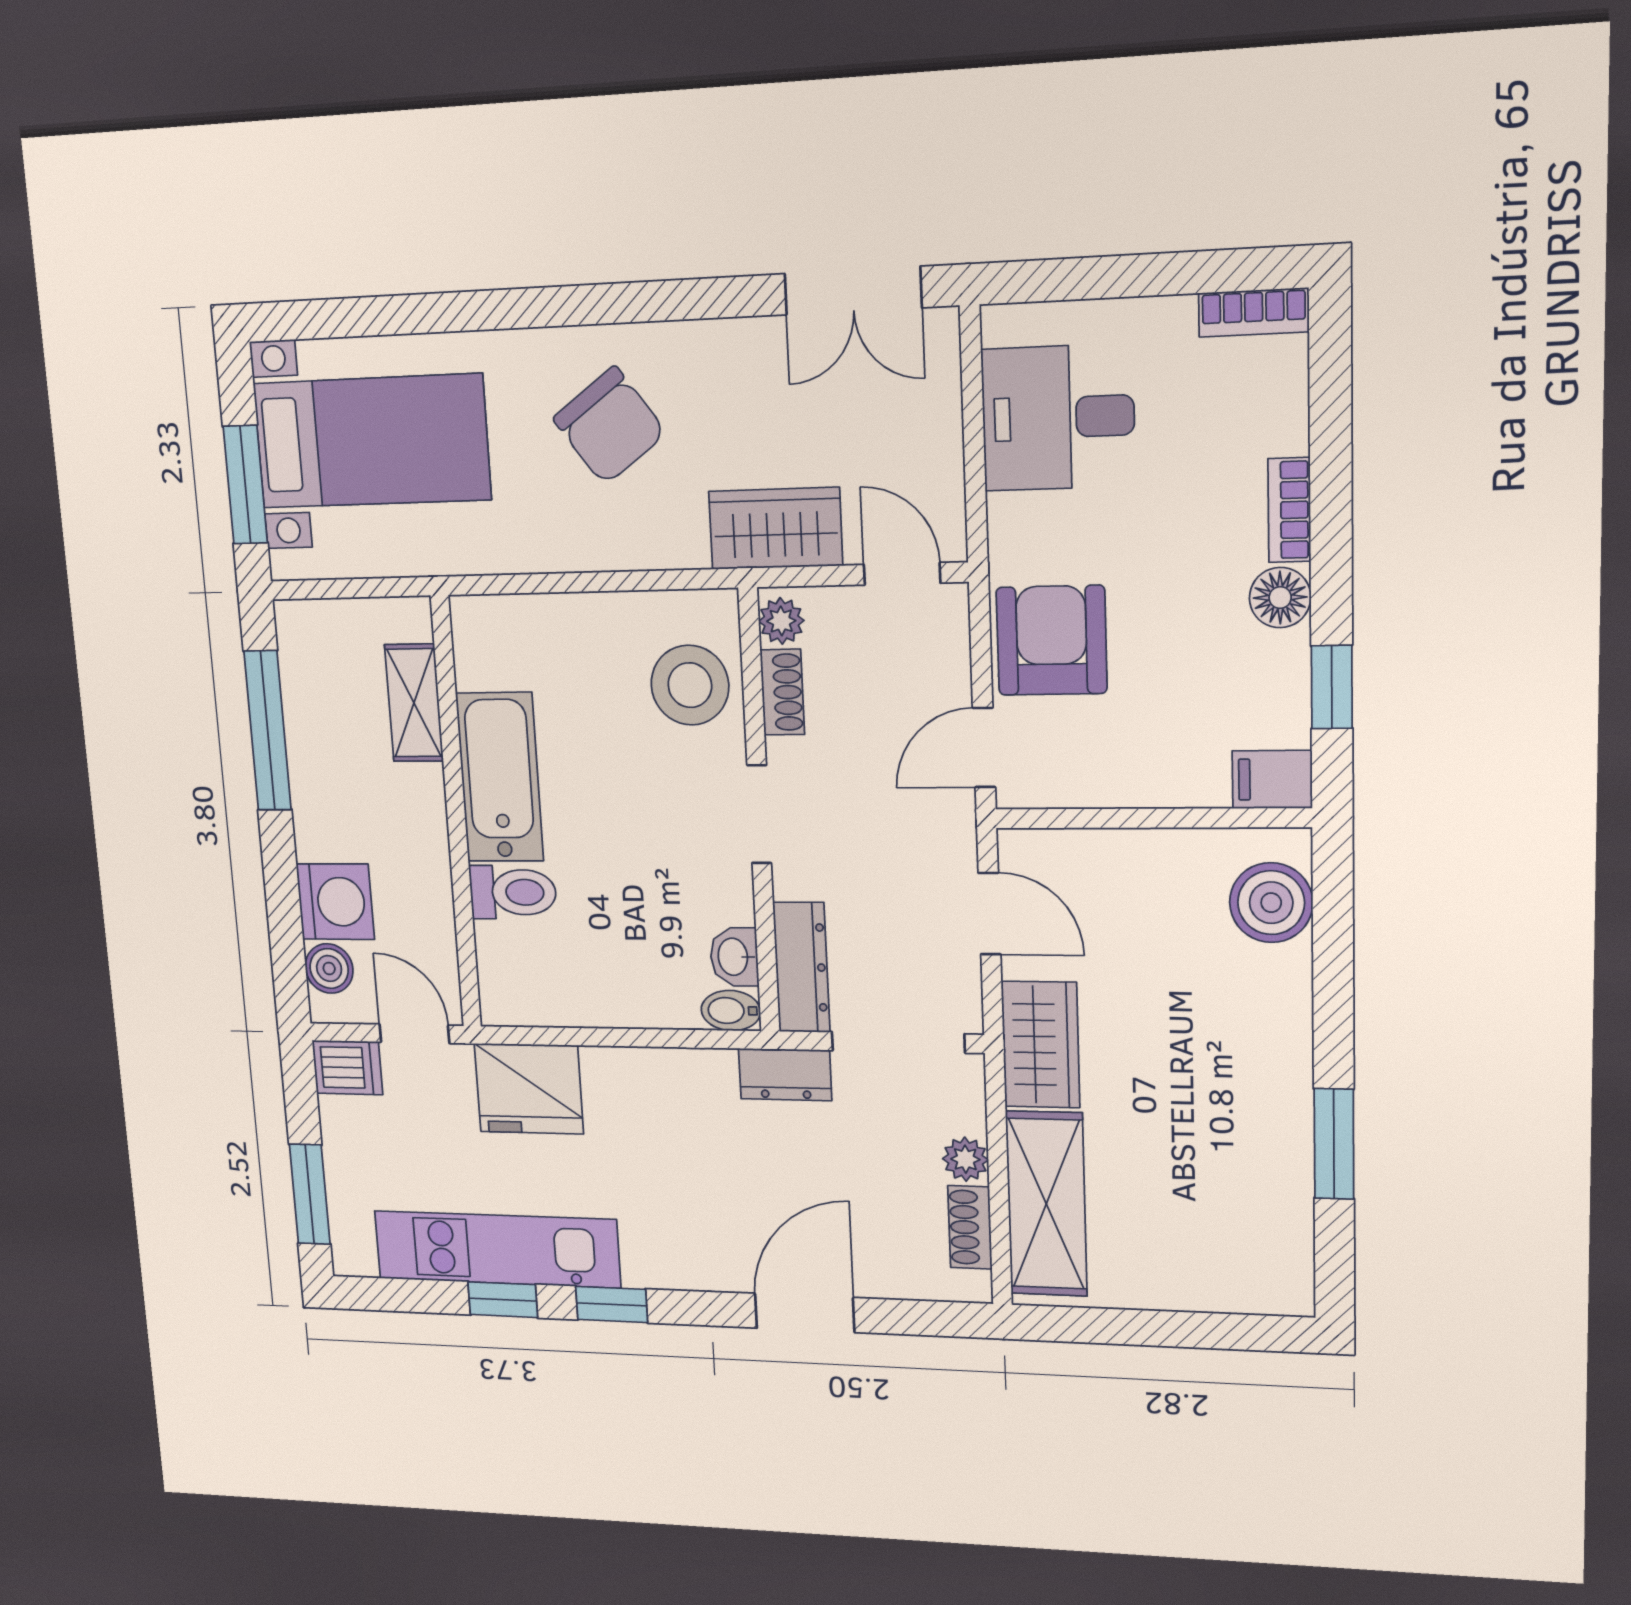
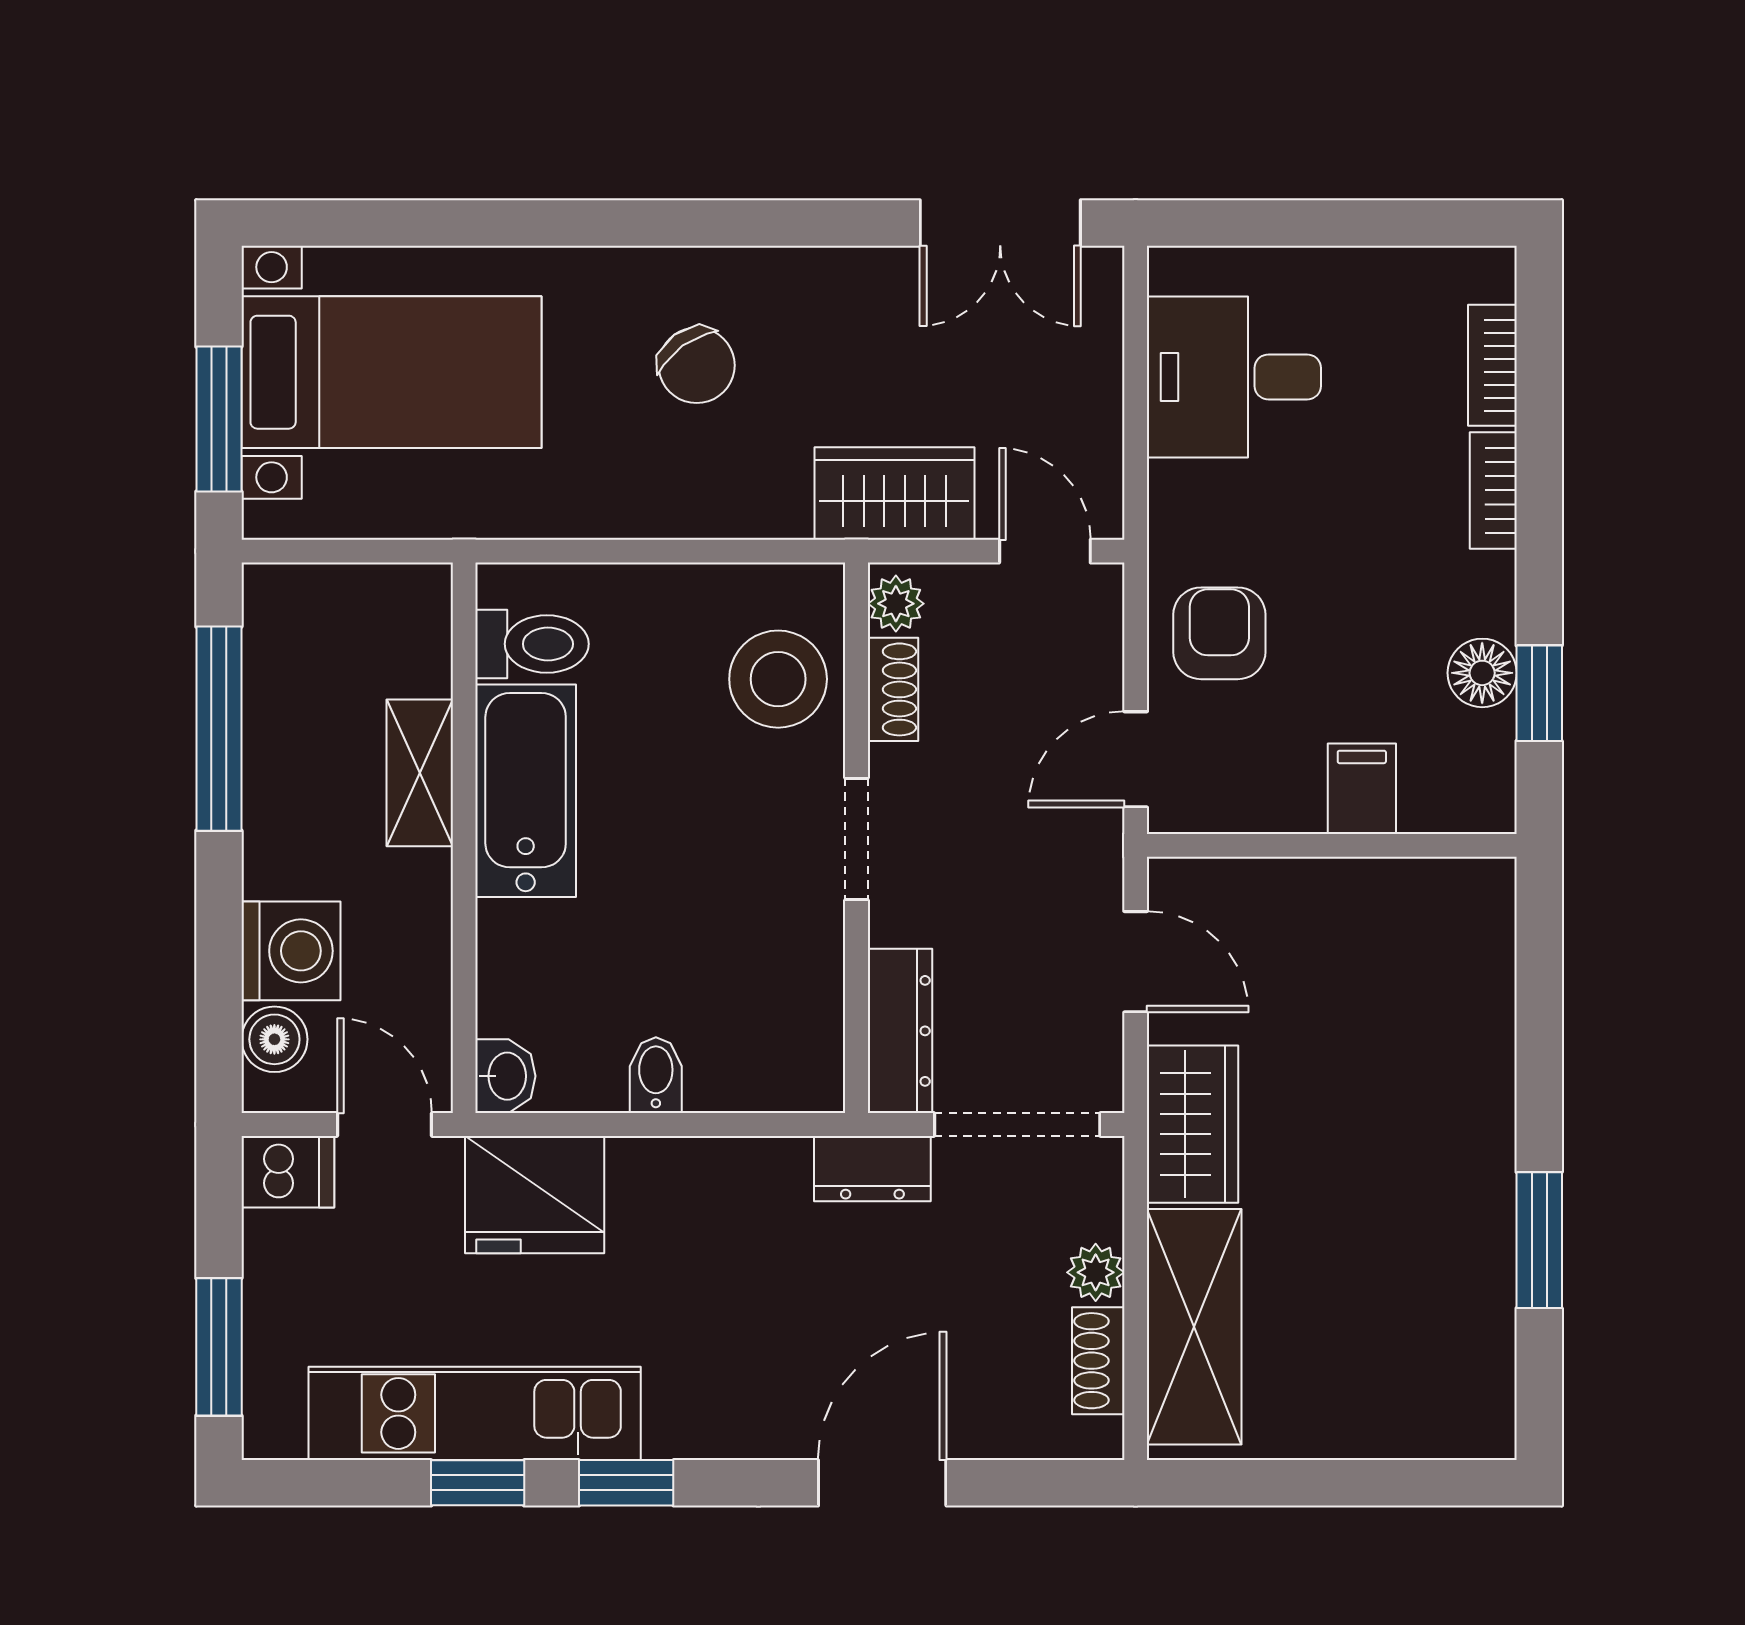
bookcase: (1254, 312) -> (1492, 365), moved, turned 90
chair: (610, 426) -> (697, 365), width x0.73, depth x0.73
floor lamp: (1280, 598) -> (1482, 673), moved
armchair: (1052, 640) -> (1219, 633), width x0.72, depth x0.72
shelving: (414, 703) -> (420, 773), moved
filing cabinet: (1272, 779) -> (1362, 789), moved, turned 90
toilet: (513, 892) -> (532, 644), moved
boiler: (1271, 903) -> (1469, 946), removed
washbasin: (734, 957) -> (505, 1076), moved, turned 180
bidet: (731, 1011) -> (656, 1075), moved, turned 90

